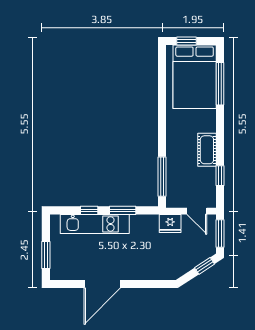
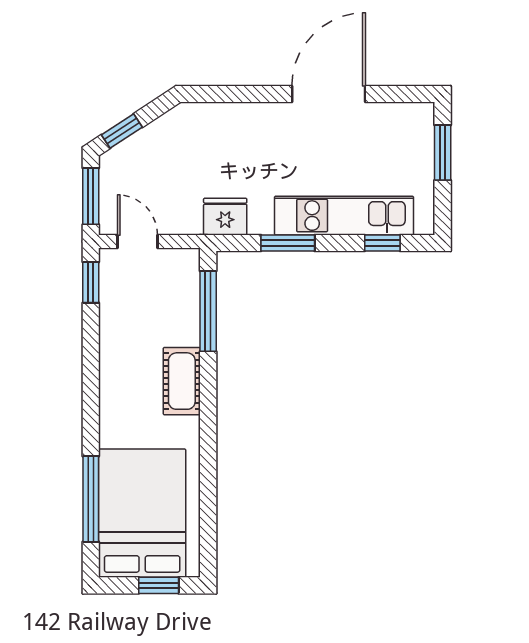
cot: (207, 150) -> (182, 381), moved
window: (220, 176) -> (91, 282), moved
window: (89, 210) -> (382, 243), moved
fridge: (170, 223) -> (225, 217), moved

